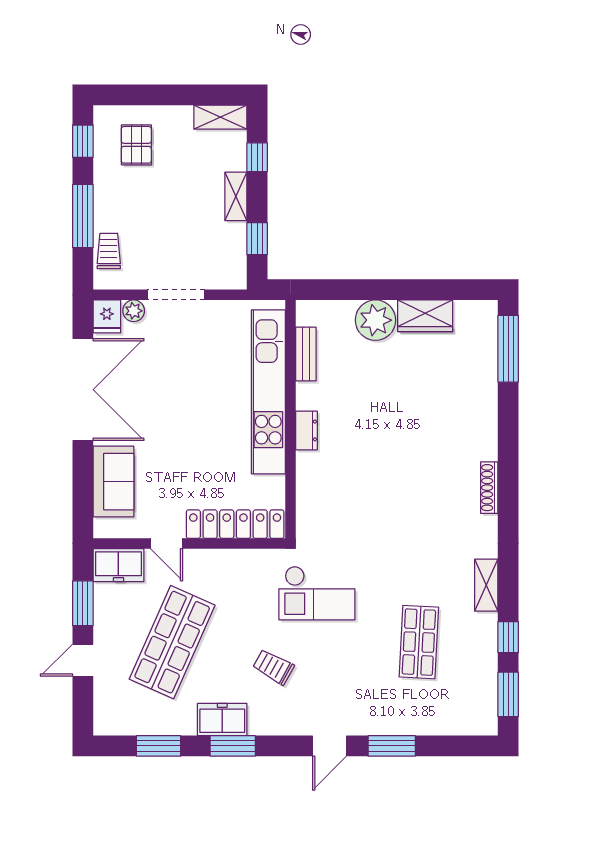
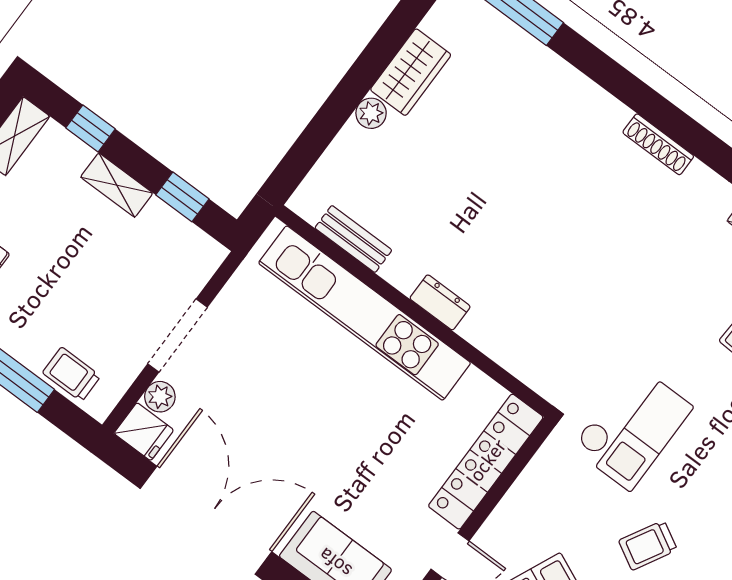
plant: (375, 320) -> (371, 113), width x0.53, depth x0.53
trolley: (273, 667) -> (648, 545), moved

